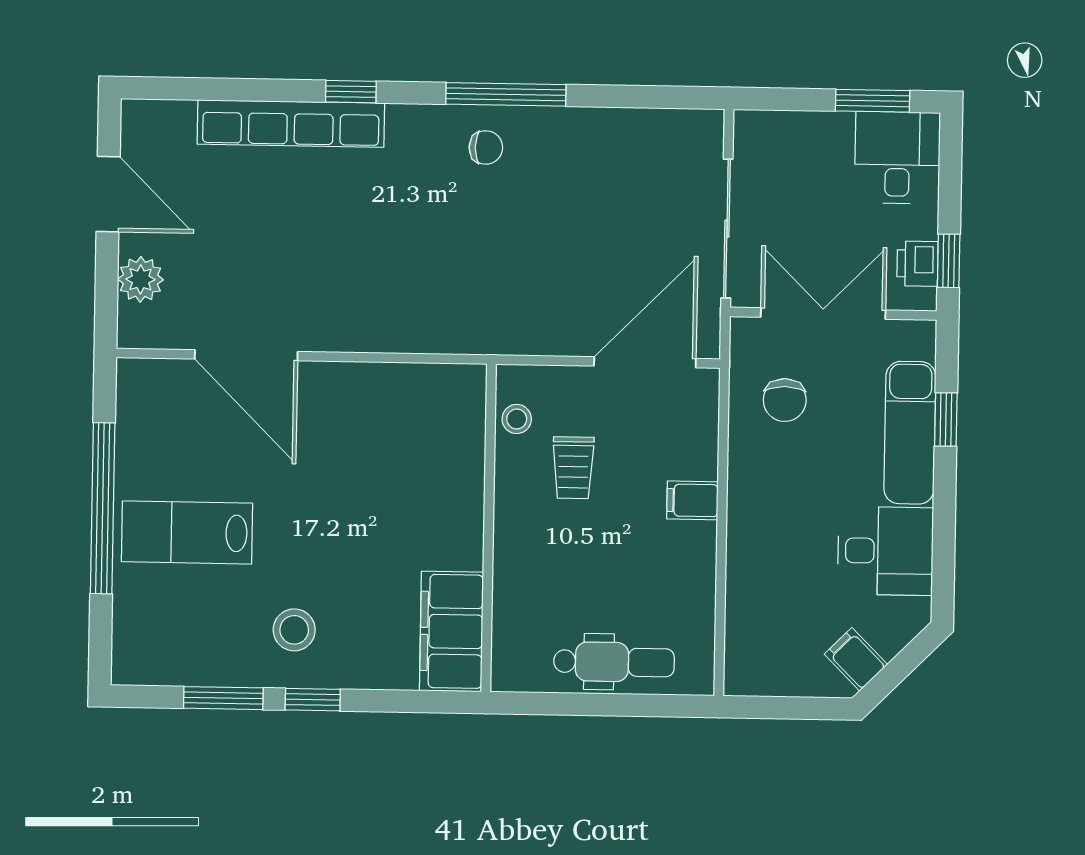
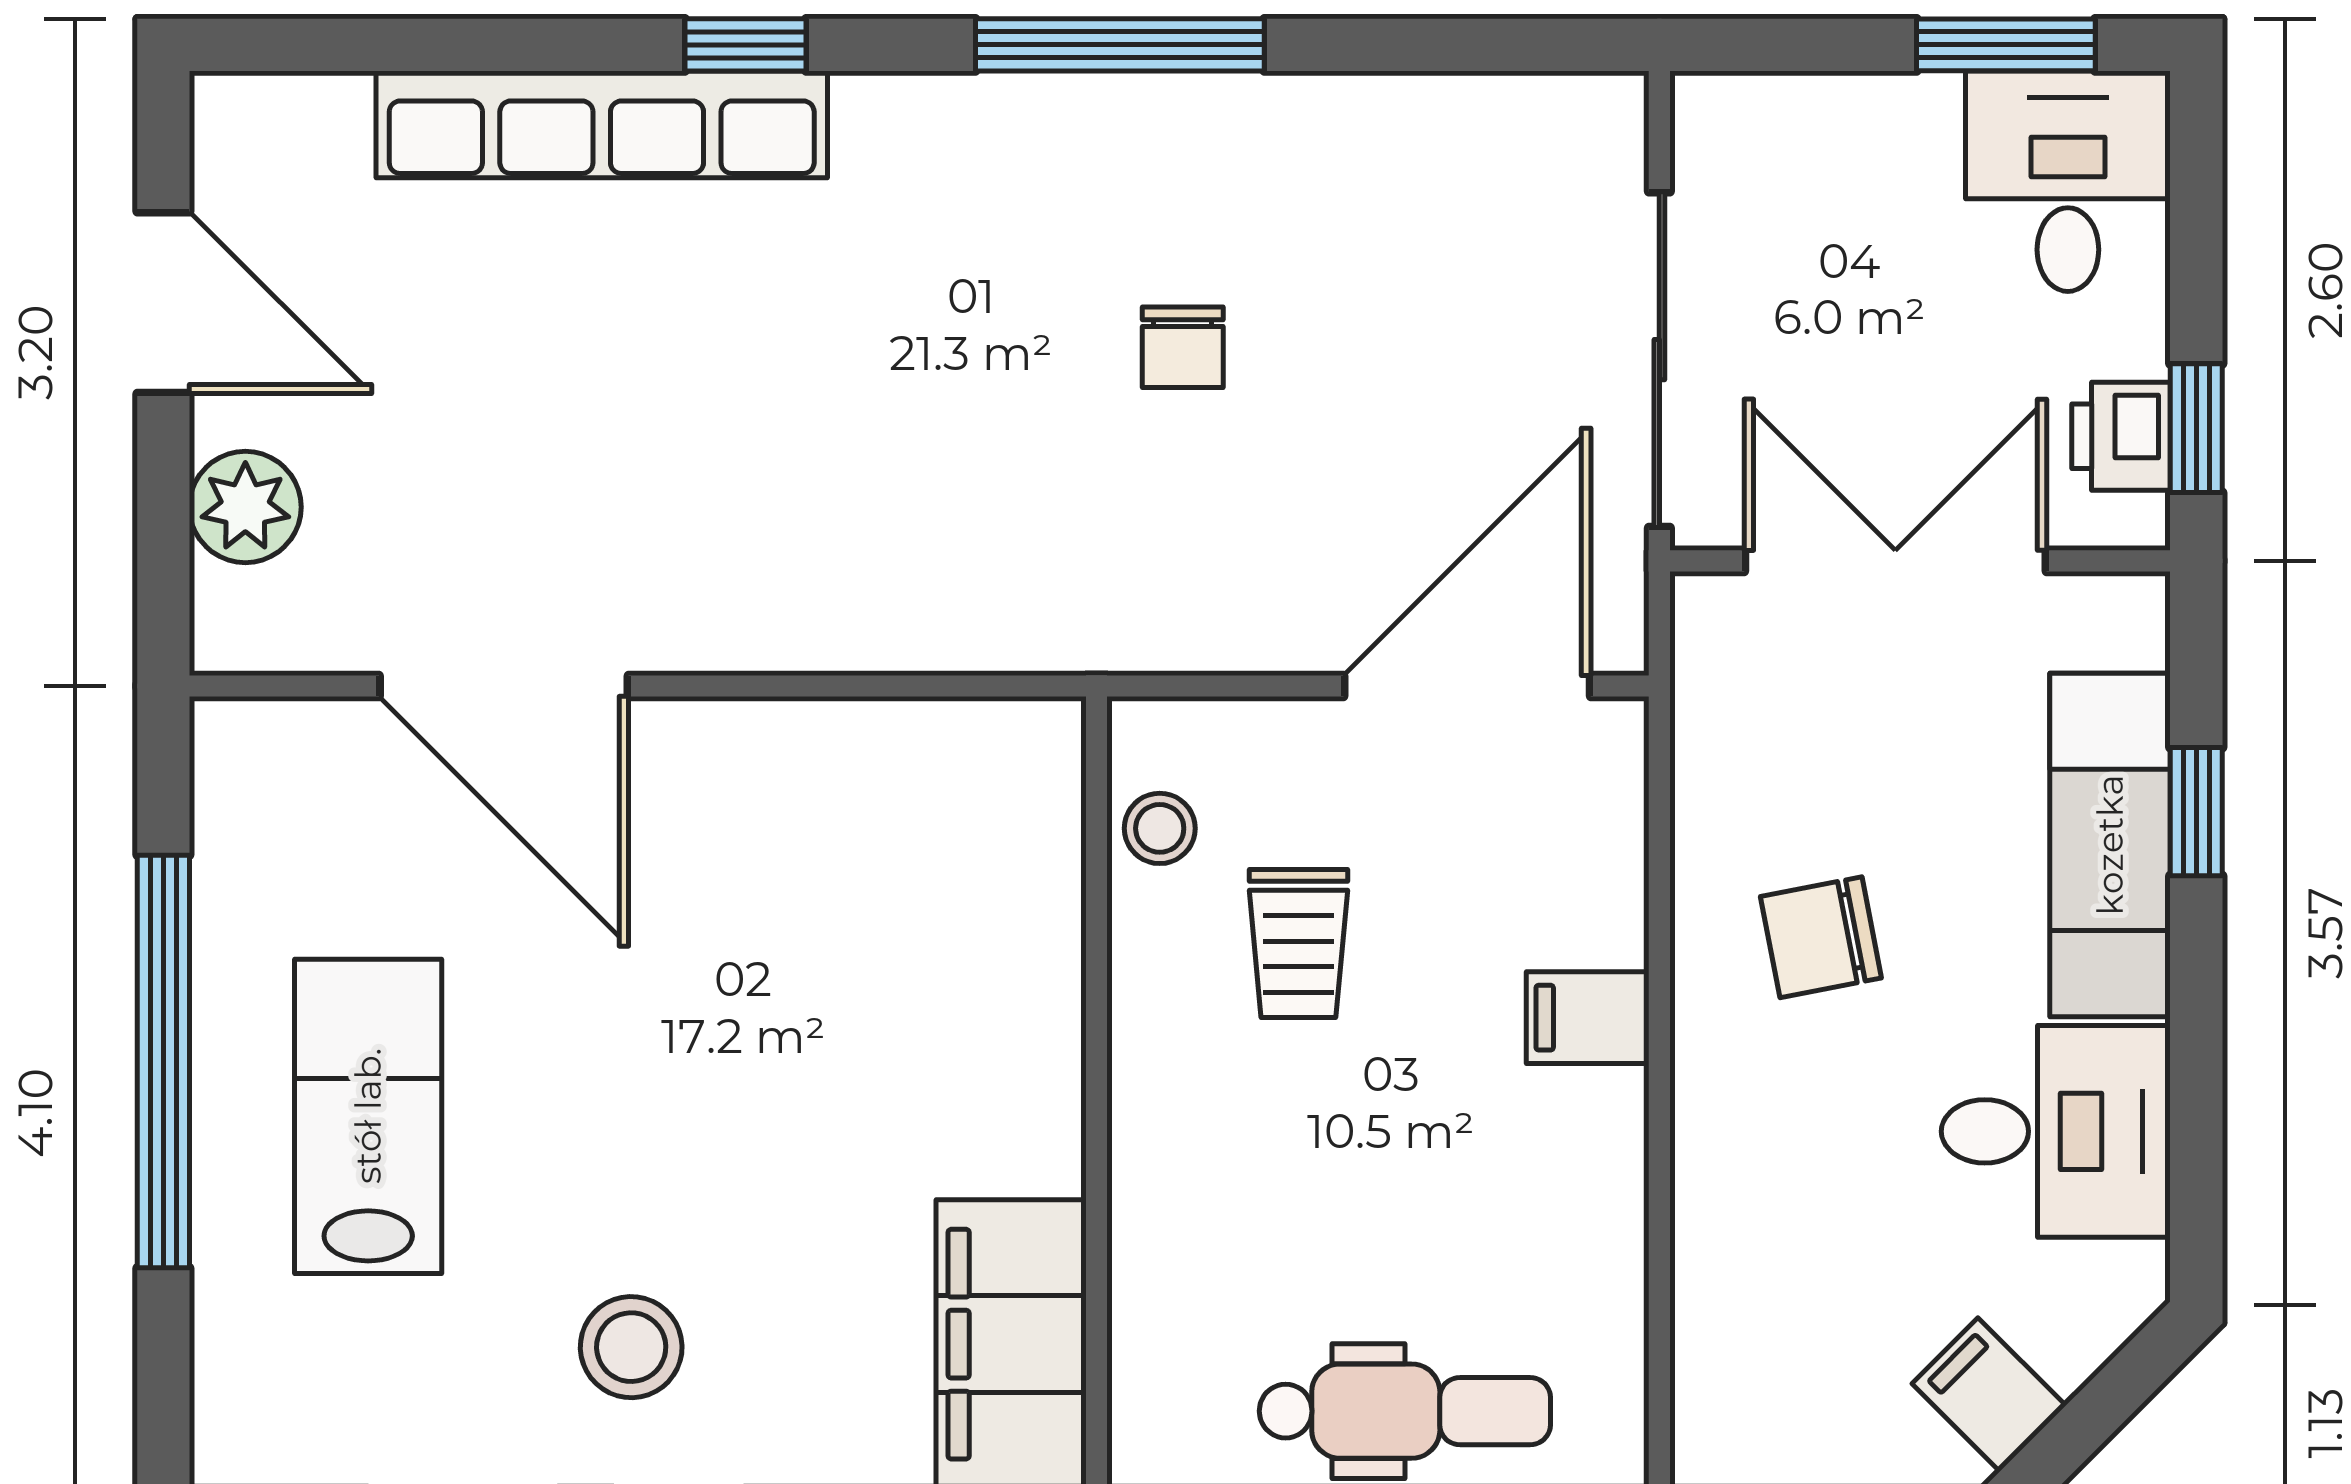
chair: (486, 147) -> (1183, 347), moved, turned 90
chair: (785, 400) -> (1821, 937), moved, turned 79
lab bench: (187, 532) -> (368, 1116), turned 90

